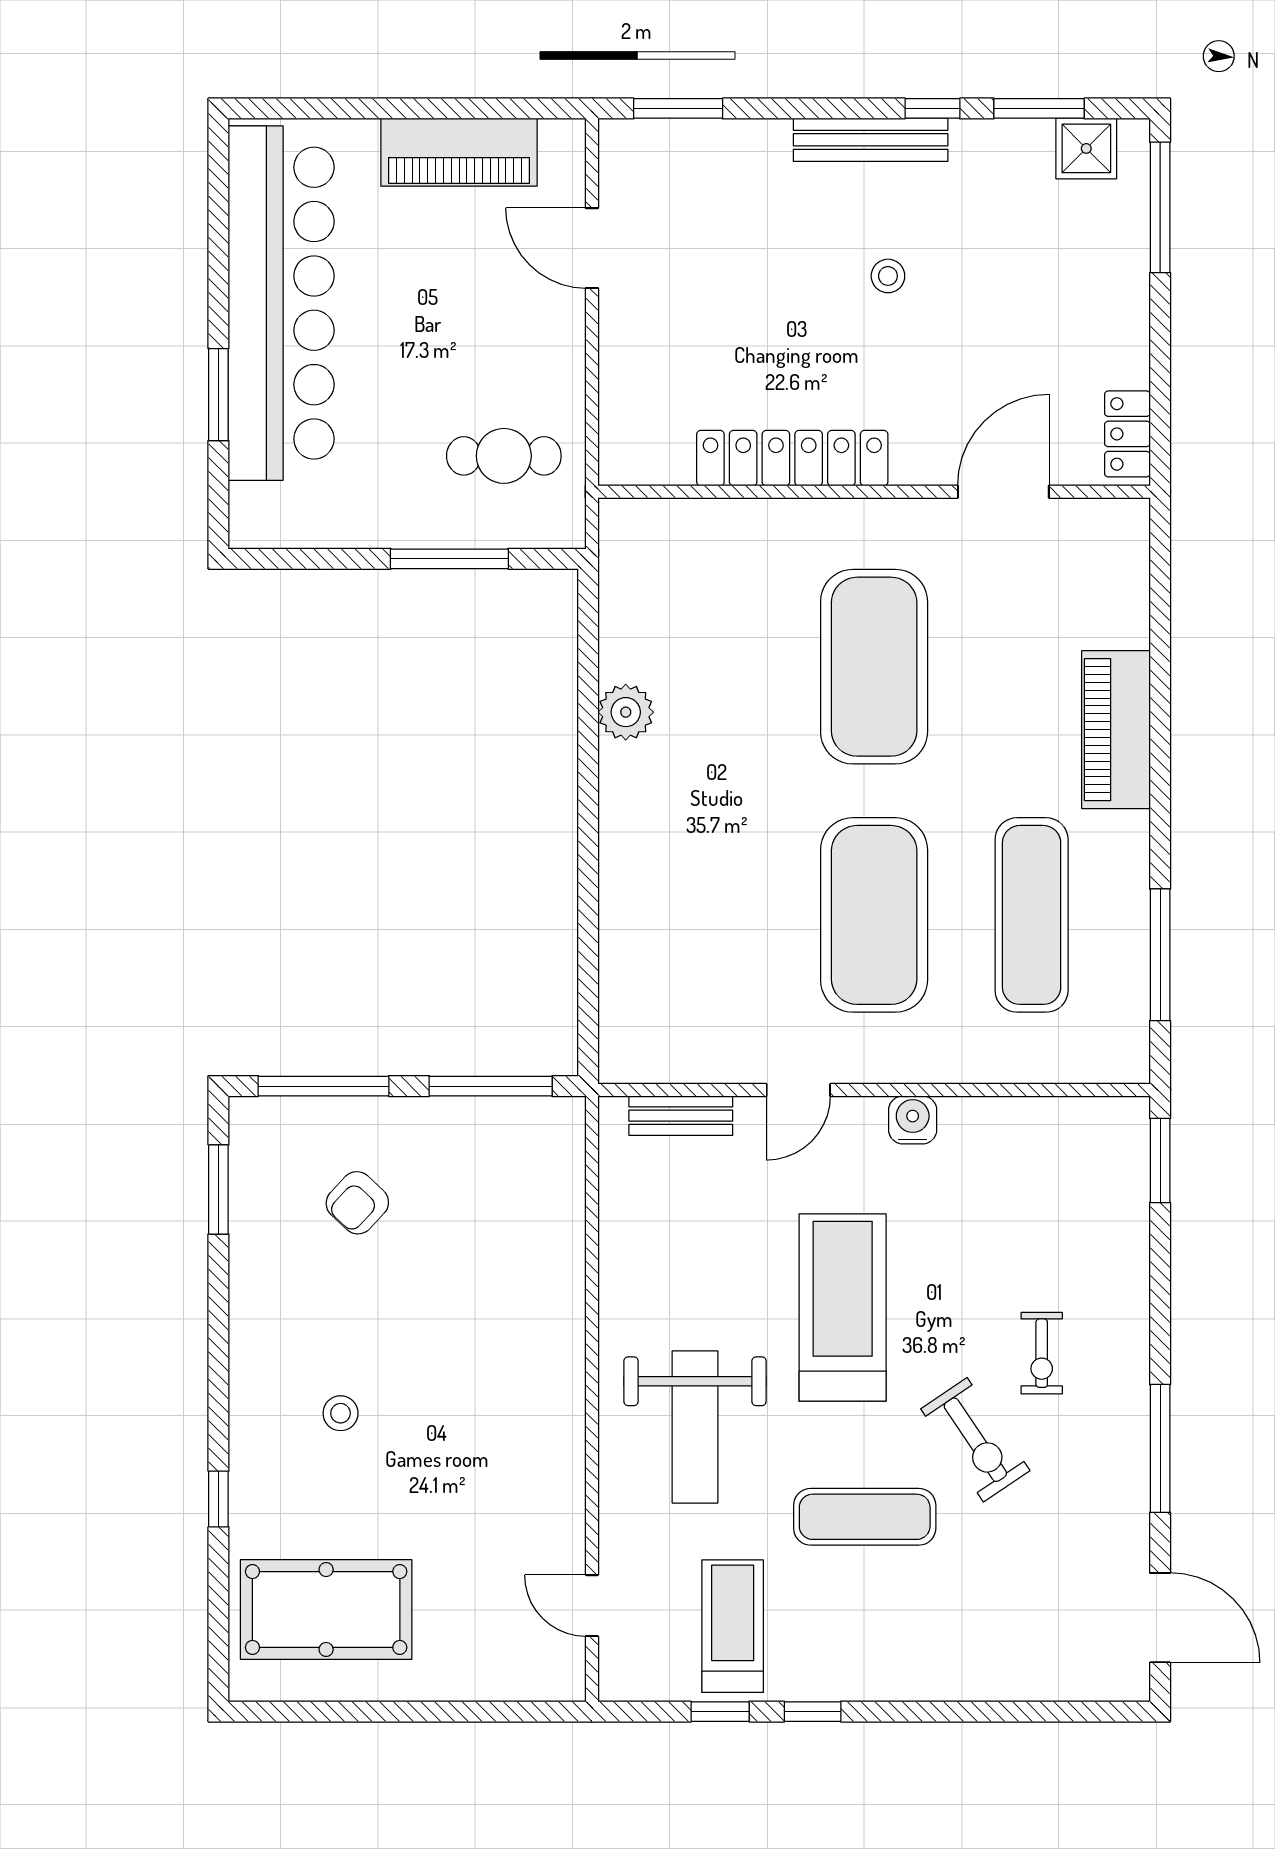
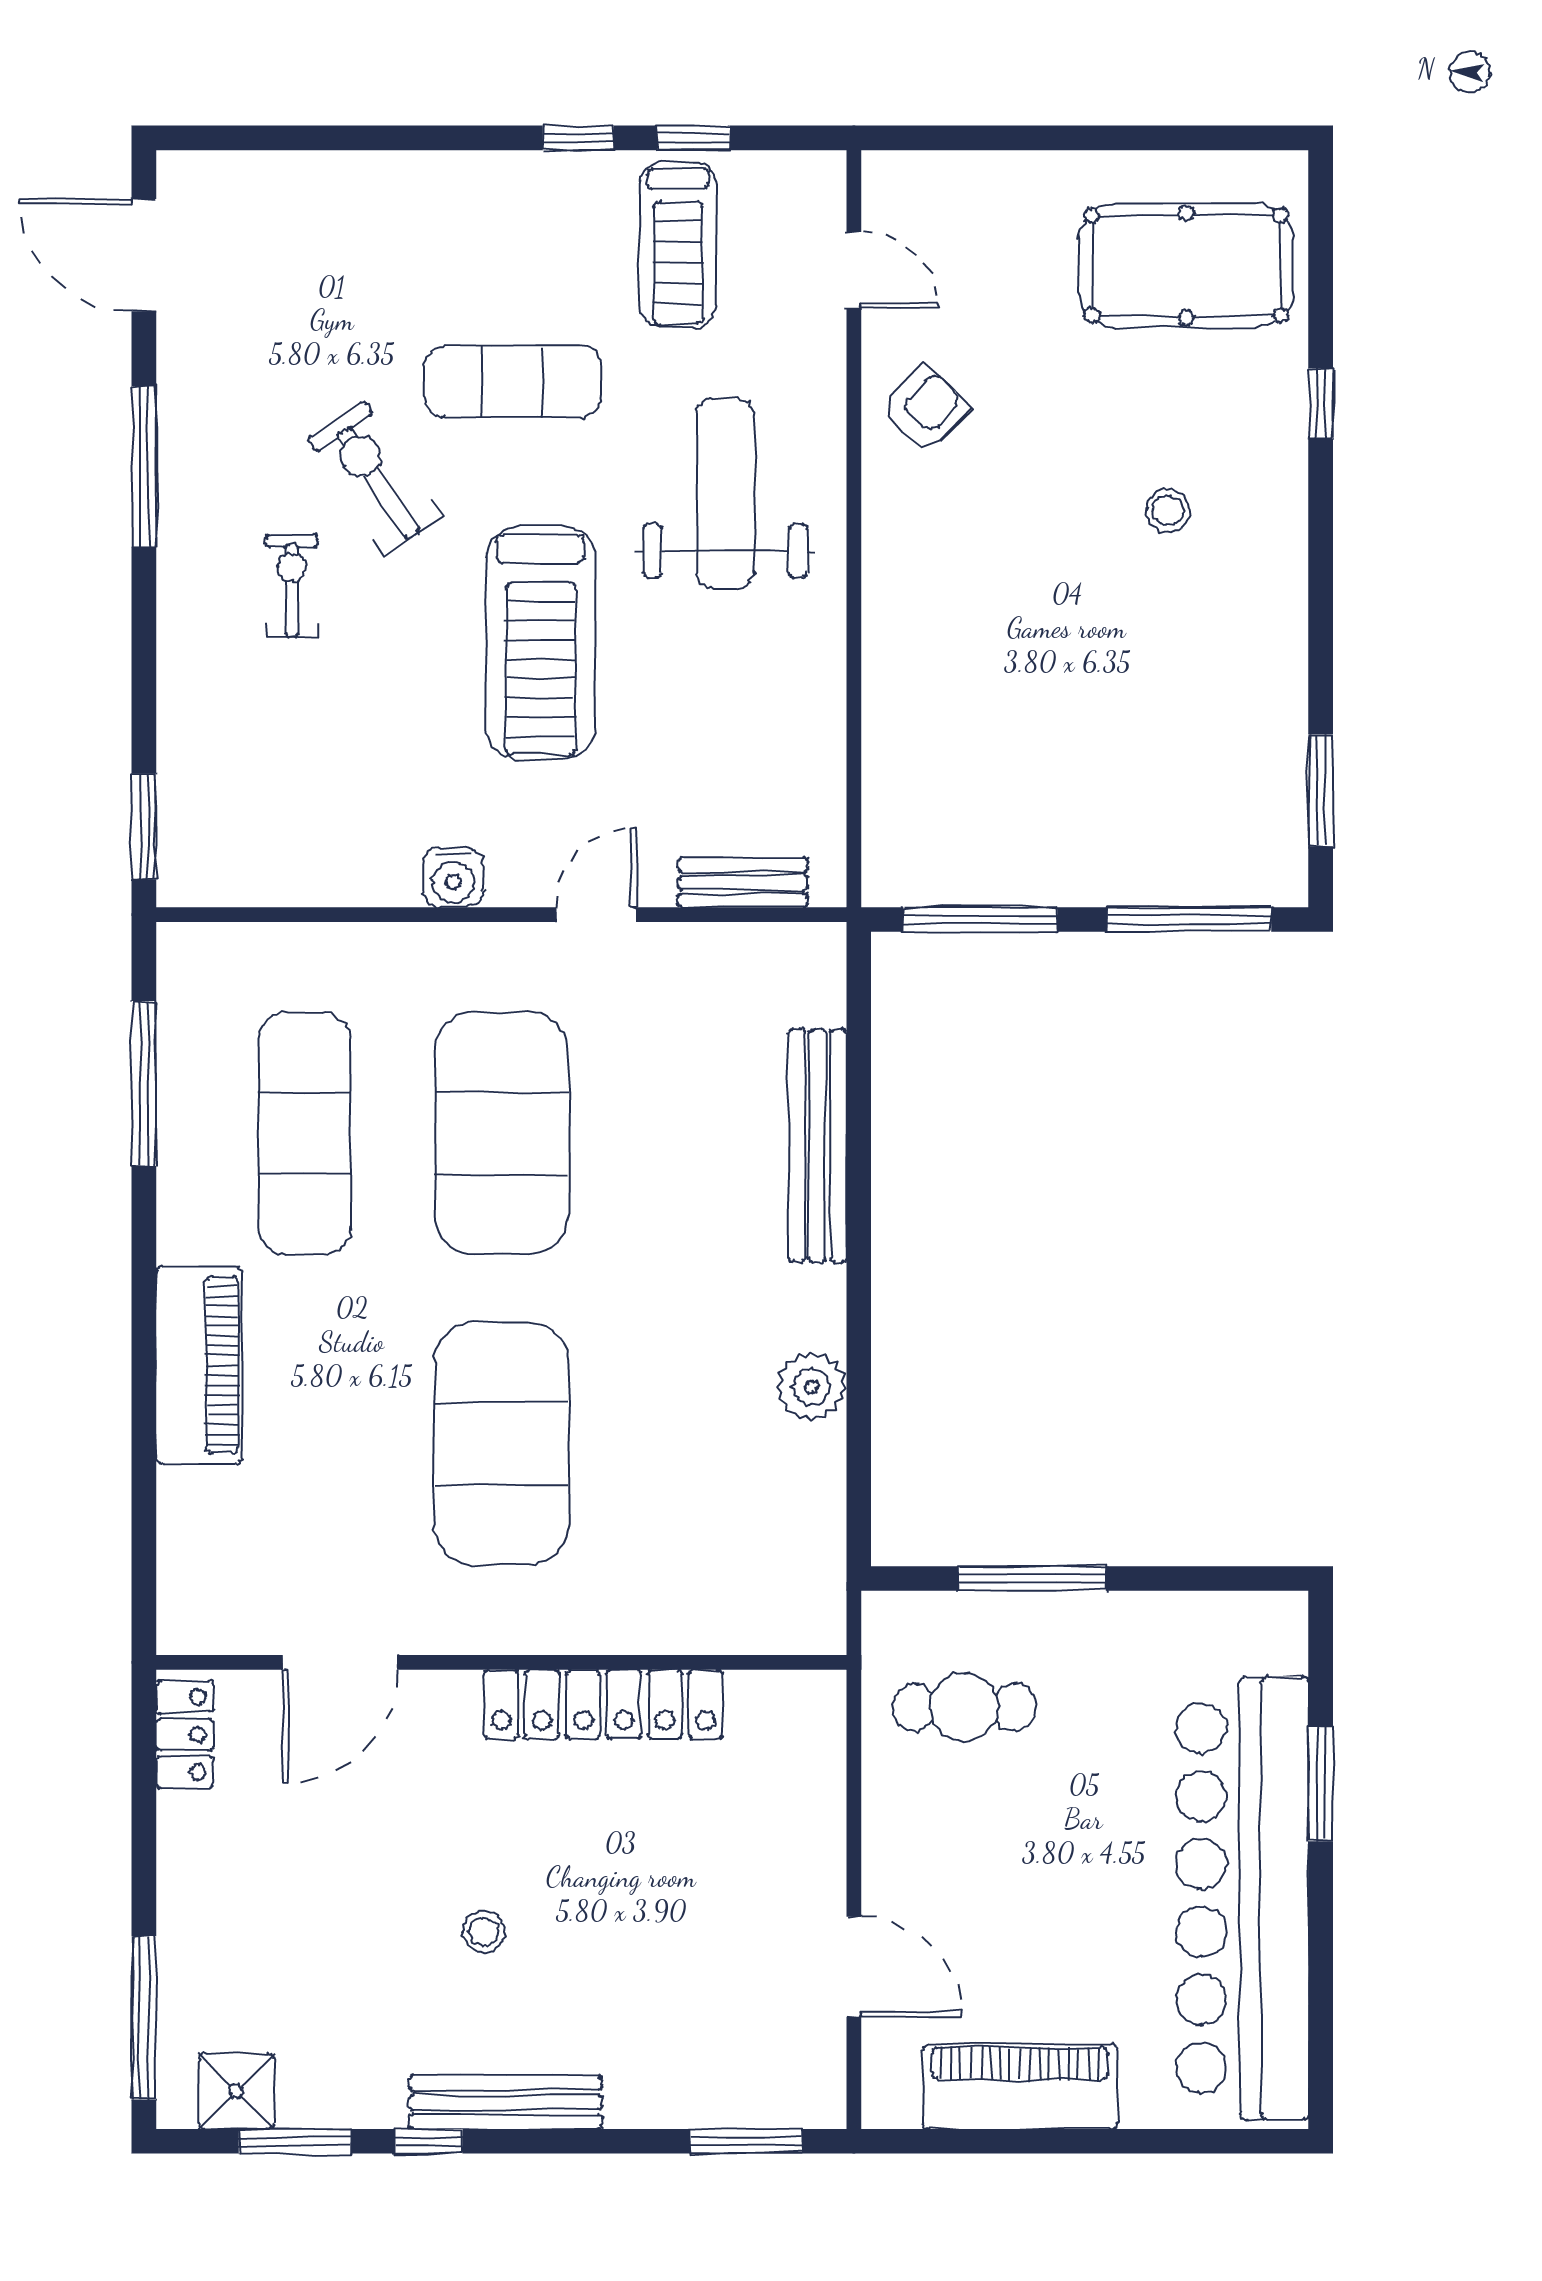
bench: (621, 905) -> (817, 1146), added
armchair: (357, 1203) -> (926, 409), moved

